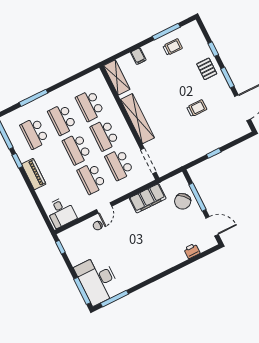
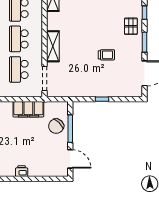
shelving: (137, 119) -> (53, 46), width x0.68
printer: (192, 251) -> (22, 171), moved

